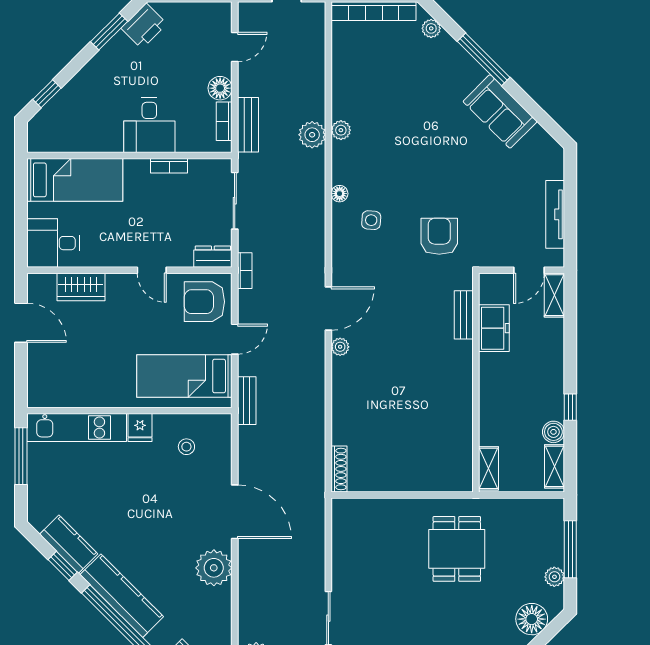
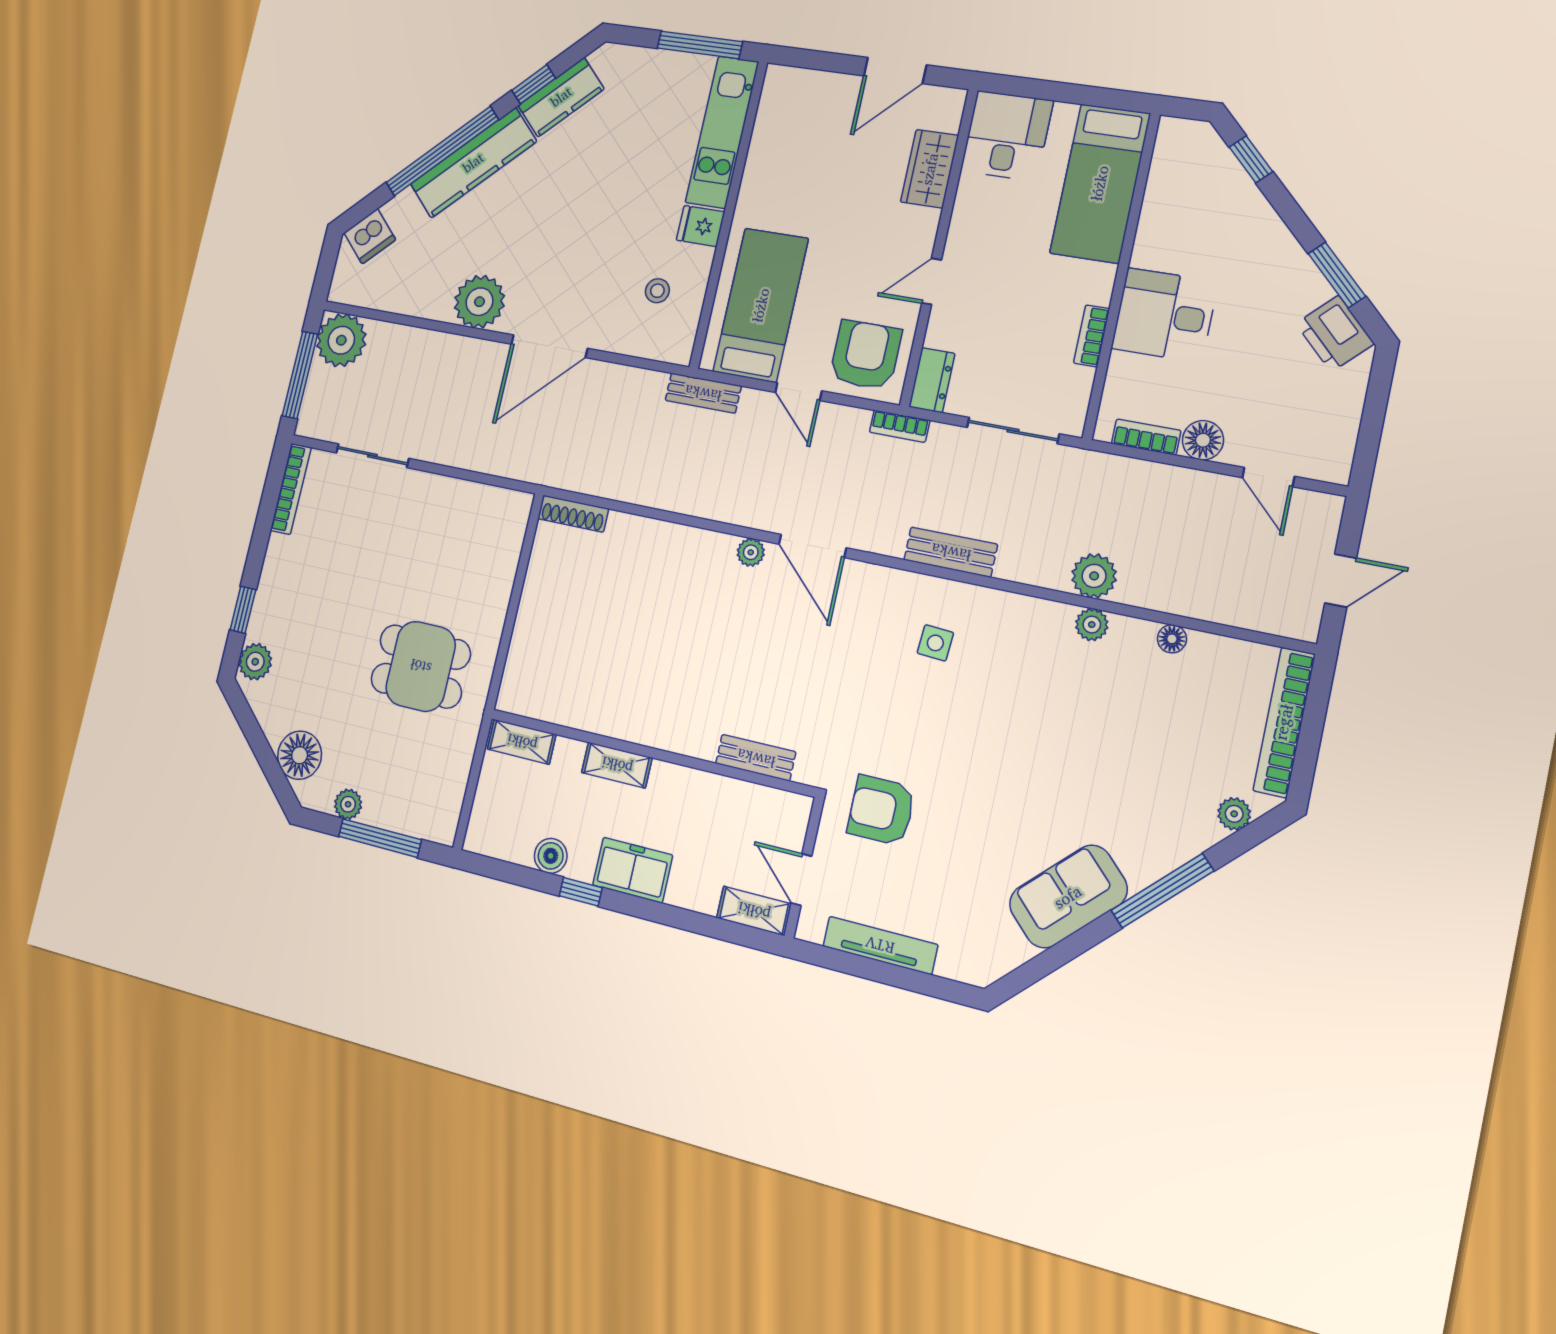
bench: (248, 125) -> (951, 552), moved
floor lamp: (340, 194) -> (1172, 639), moved
armchair: (439, 236) -> (881, 810), moved, turned 180
freezer: (494, 328) -> (633, 870), moved, turned 180
shelving: (555, 466) -> (617, 765), moved

